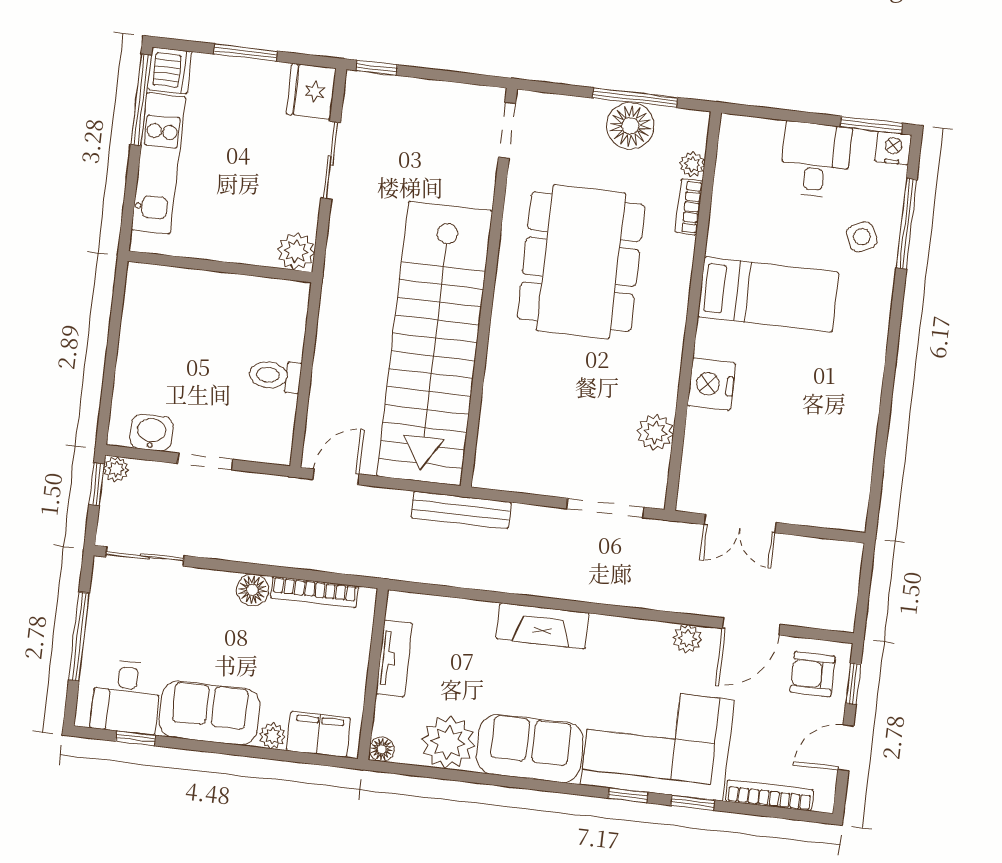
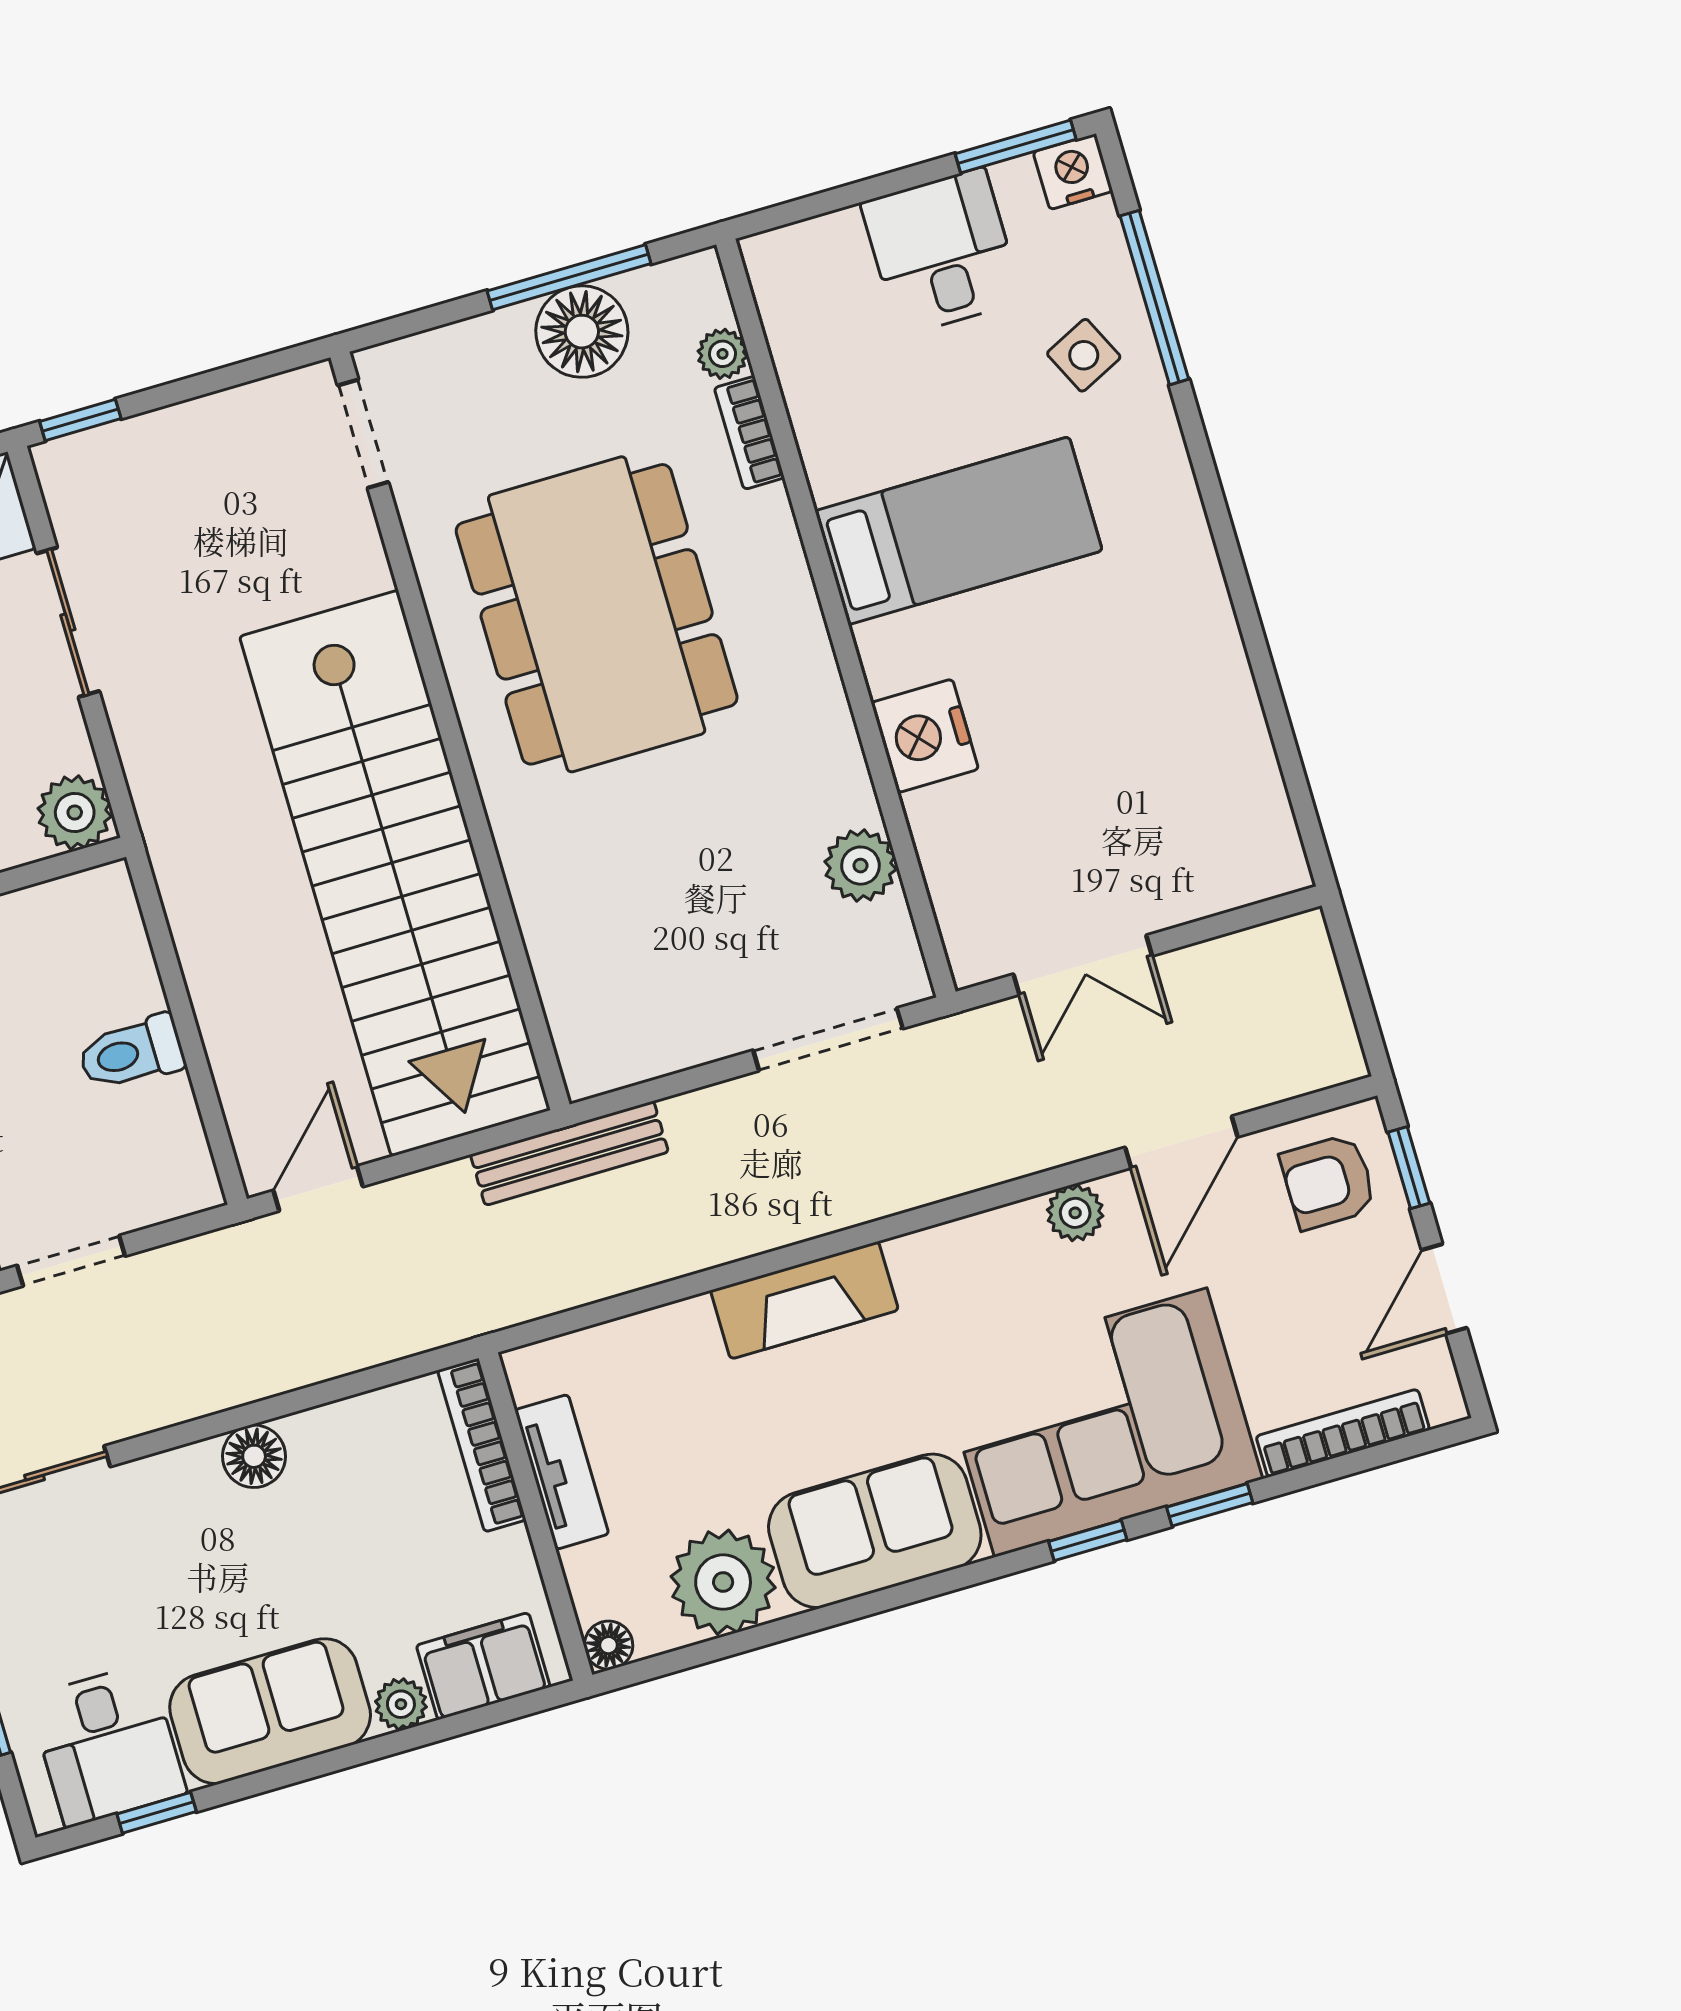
bookcase: (314, 592) -> (482, 1445), moved, turned 90

